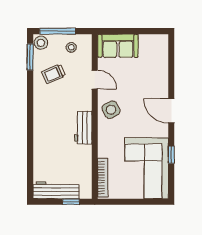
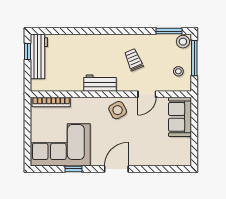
trolley: (54, 74) -> (134, 60), moved
window: (71, 202) -> (28, 51), moved

